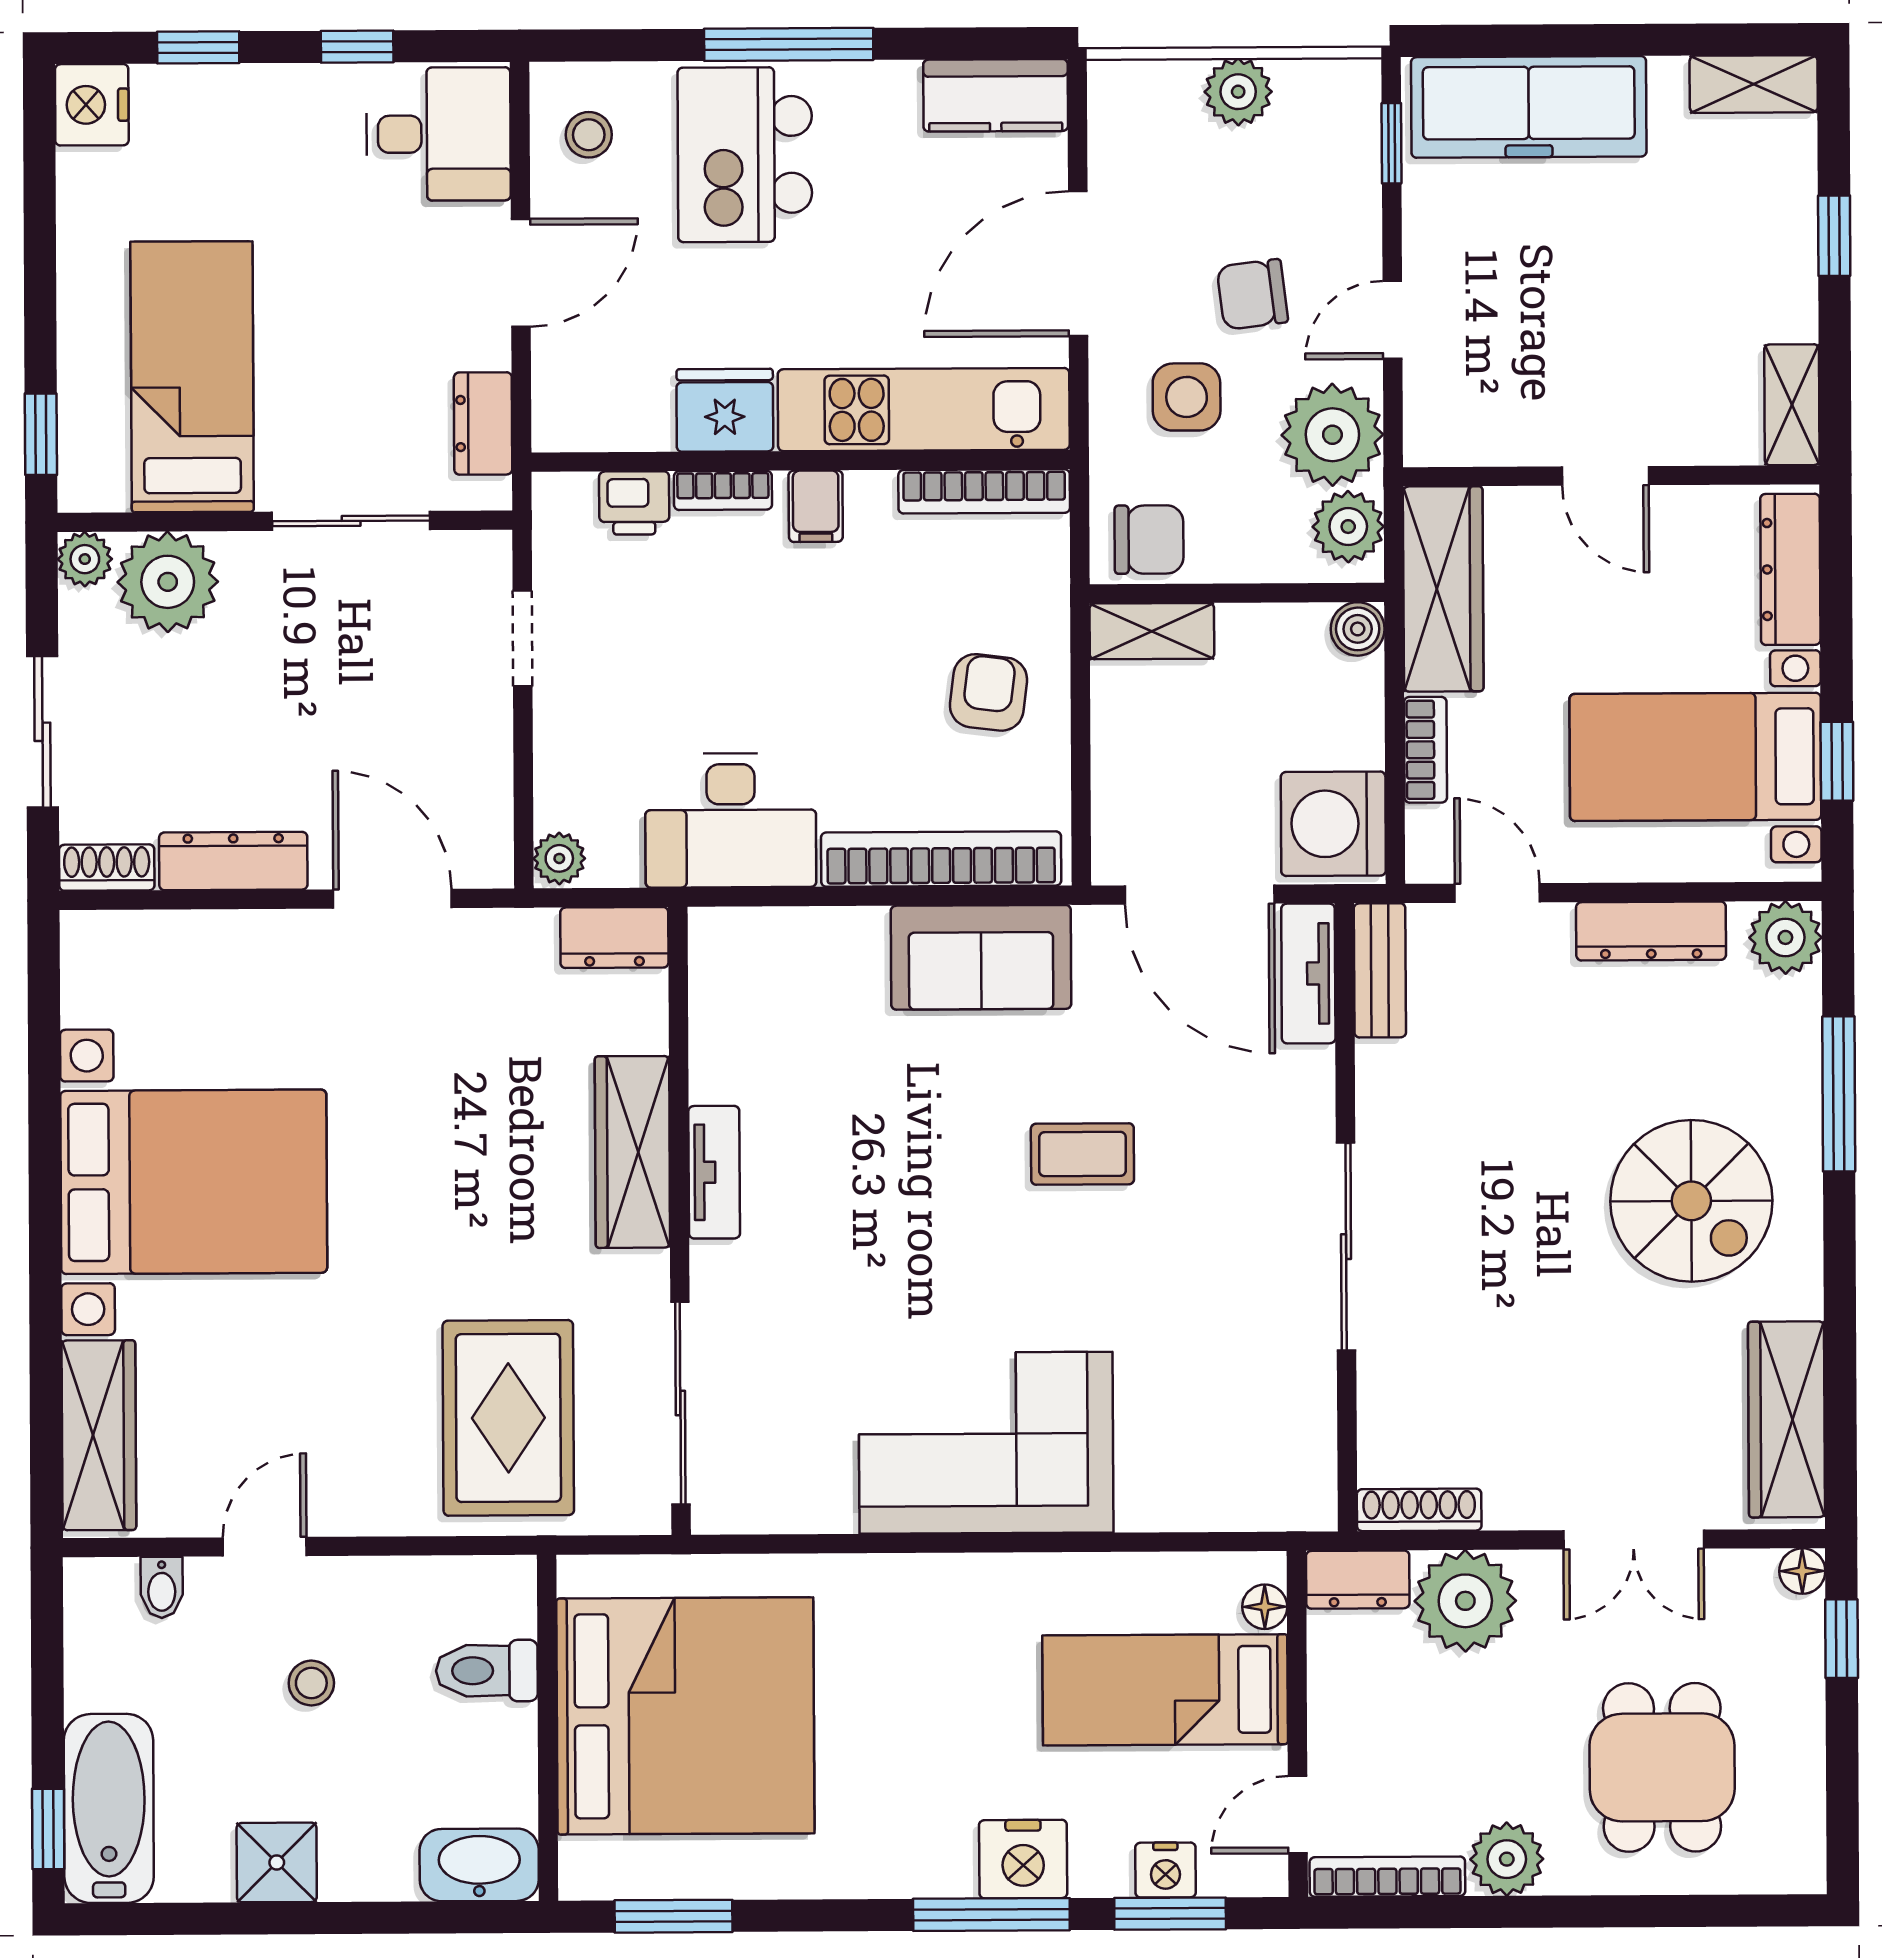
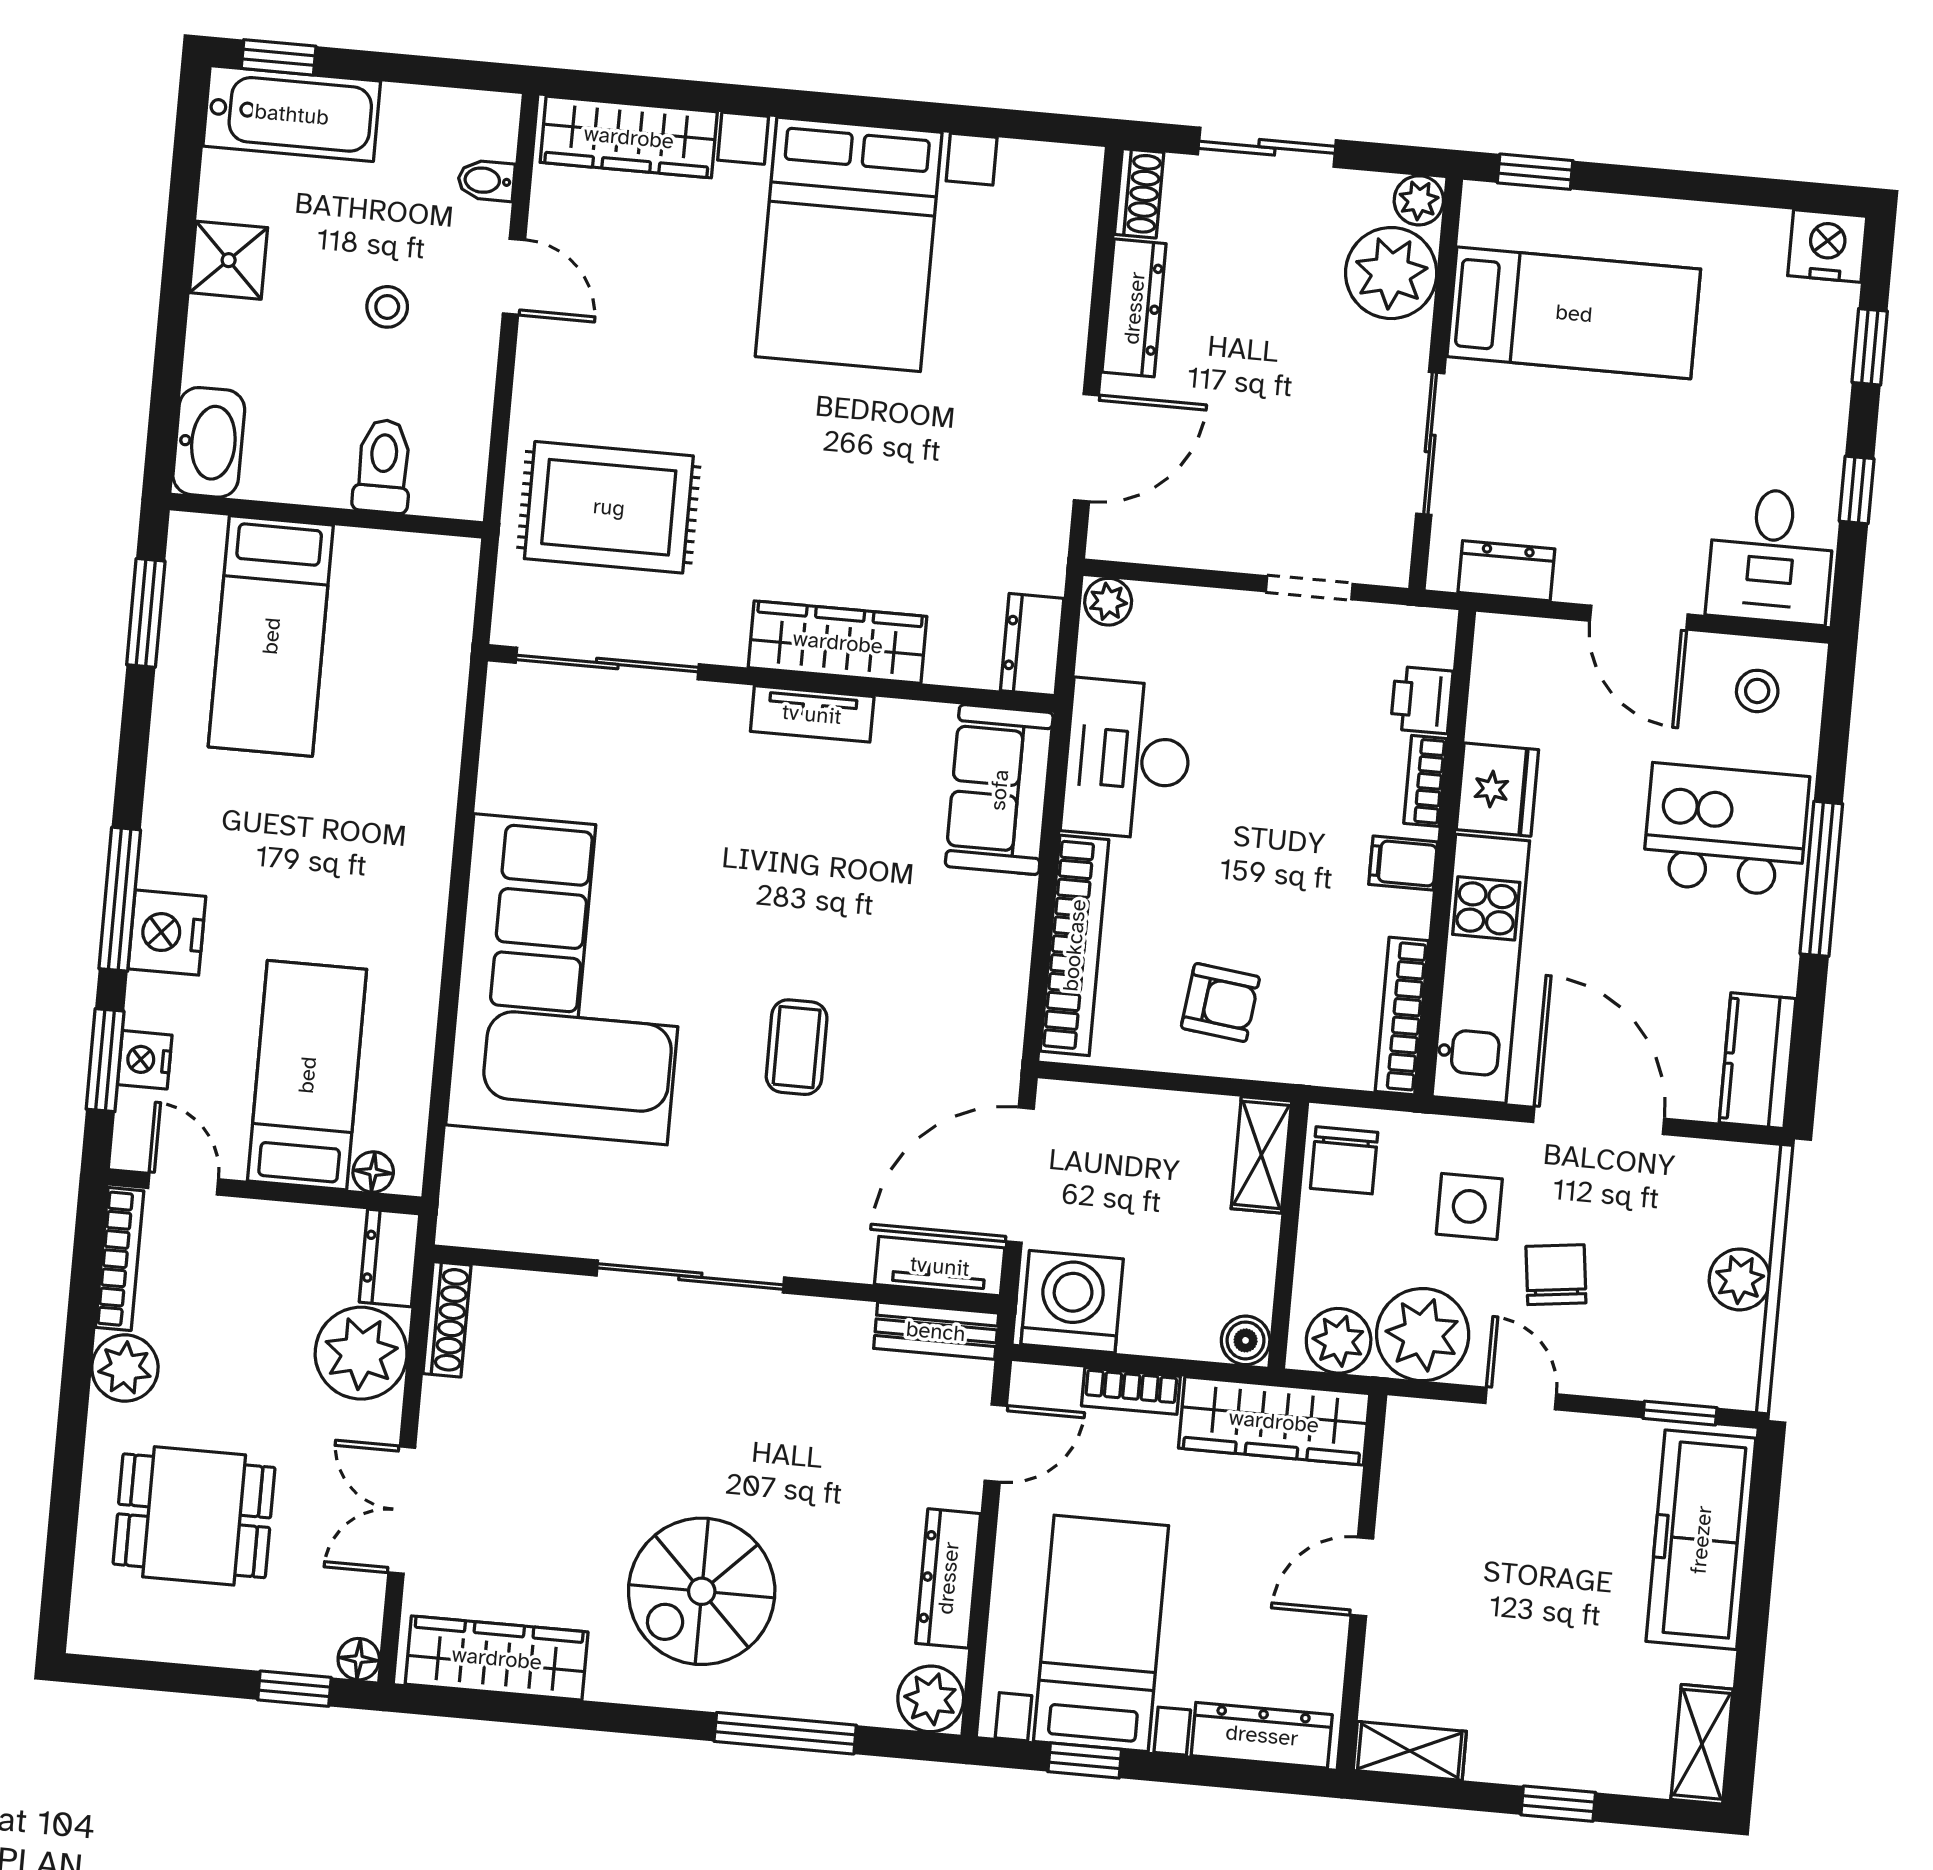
sofa: (981, 957) -> (999, 790), moved
corner sofa: (986, 1443) -> (571, 979), width x1.36, depth x1.36
bed: (685, 1716) -> (271, 636), width x0.49

